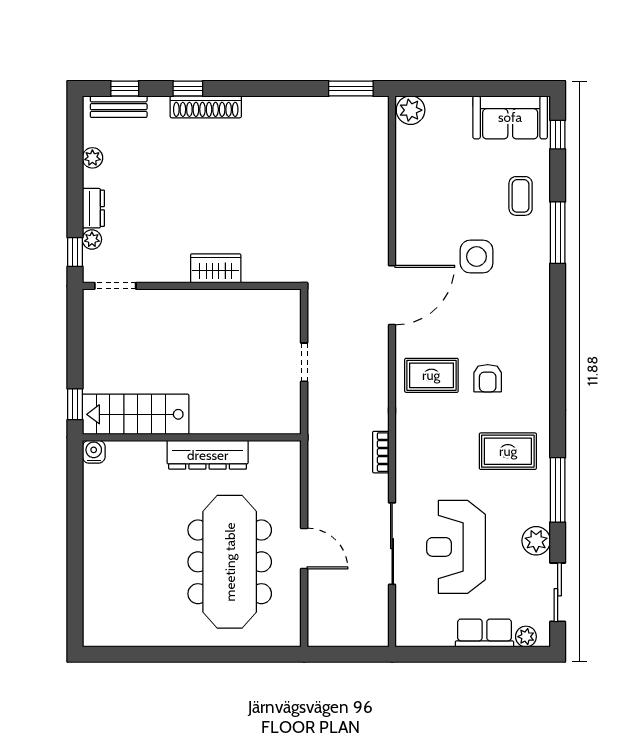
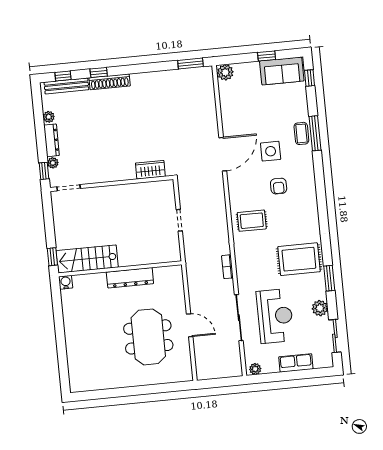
window: (486, 88) -> (267, 56), added
bench: (119, 107) -> (66, 86), width x1.36
coffee table: (521, 196) -> (301, 133), moved
dresser: (93, 208) -> (51, 140), width x1.44
wardrobe: (216, 268) -> (150, 170), moved
door: (392, 295) -> (223, 154), moved
armchair: (488, 378) -> (279, 186), moved
rug: (508, 451) -> (299, 259), width x1.36, depth x1.43
window: (558, 490) -> (329, 278), width x0.69
reception desk: (456, 547) -> (275, 316), turned 180
meeting table: (230, 562) -> (148, 337), width x0.73
plant: (526, 637) -> (255, 369), moved

